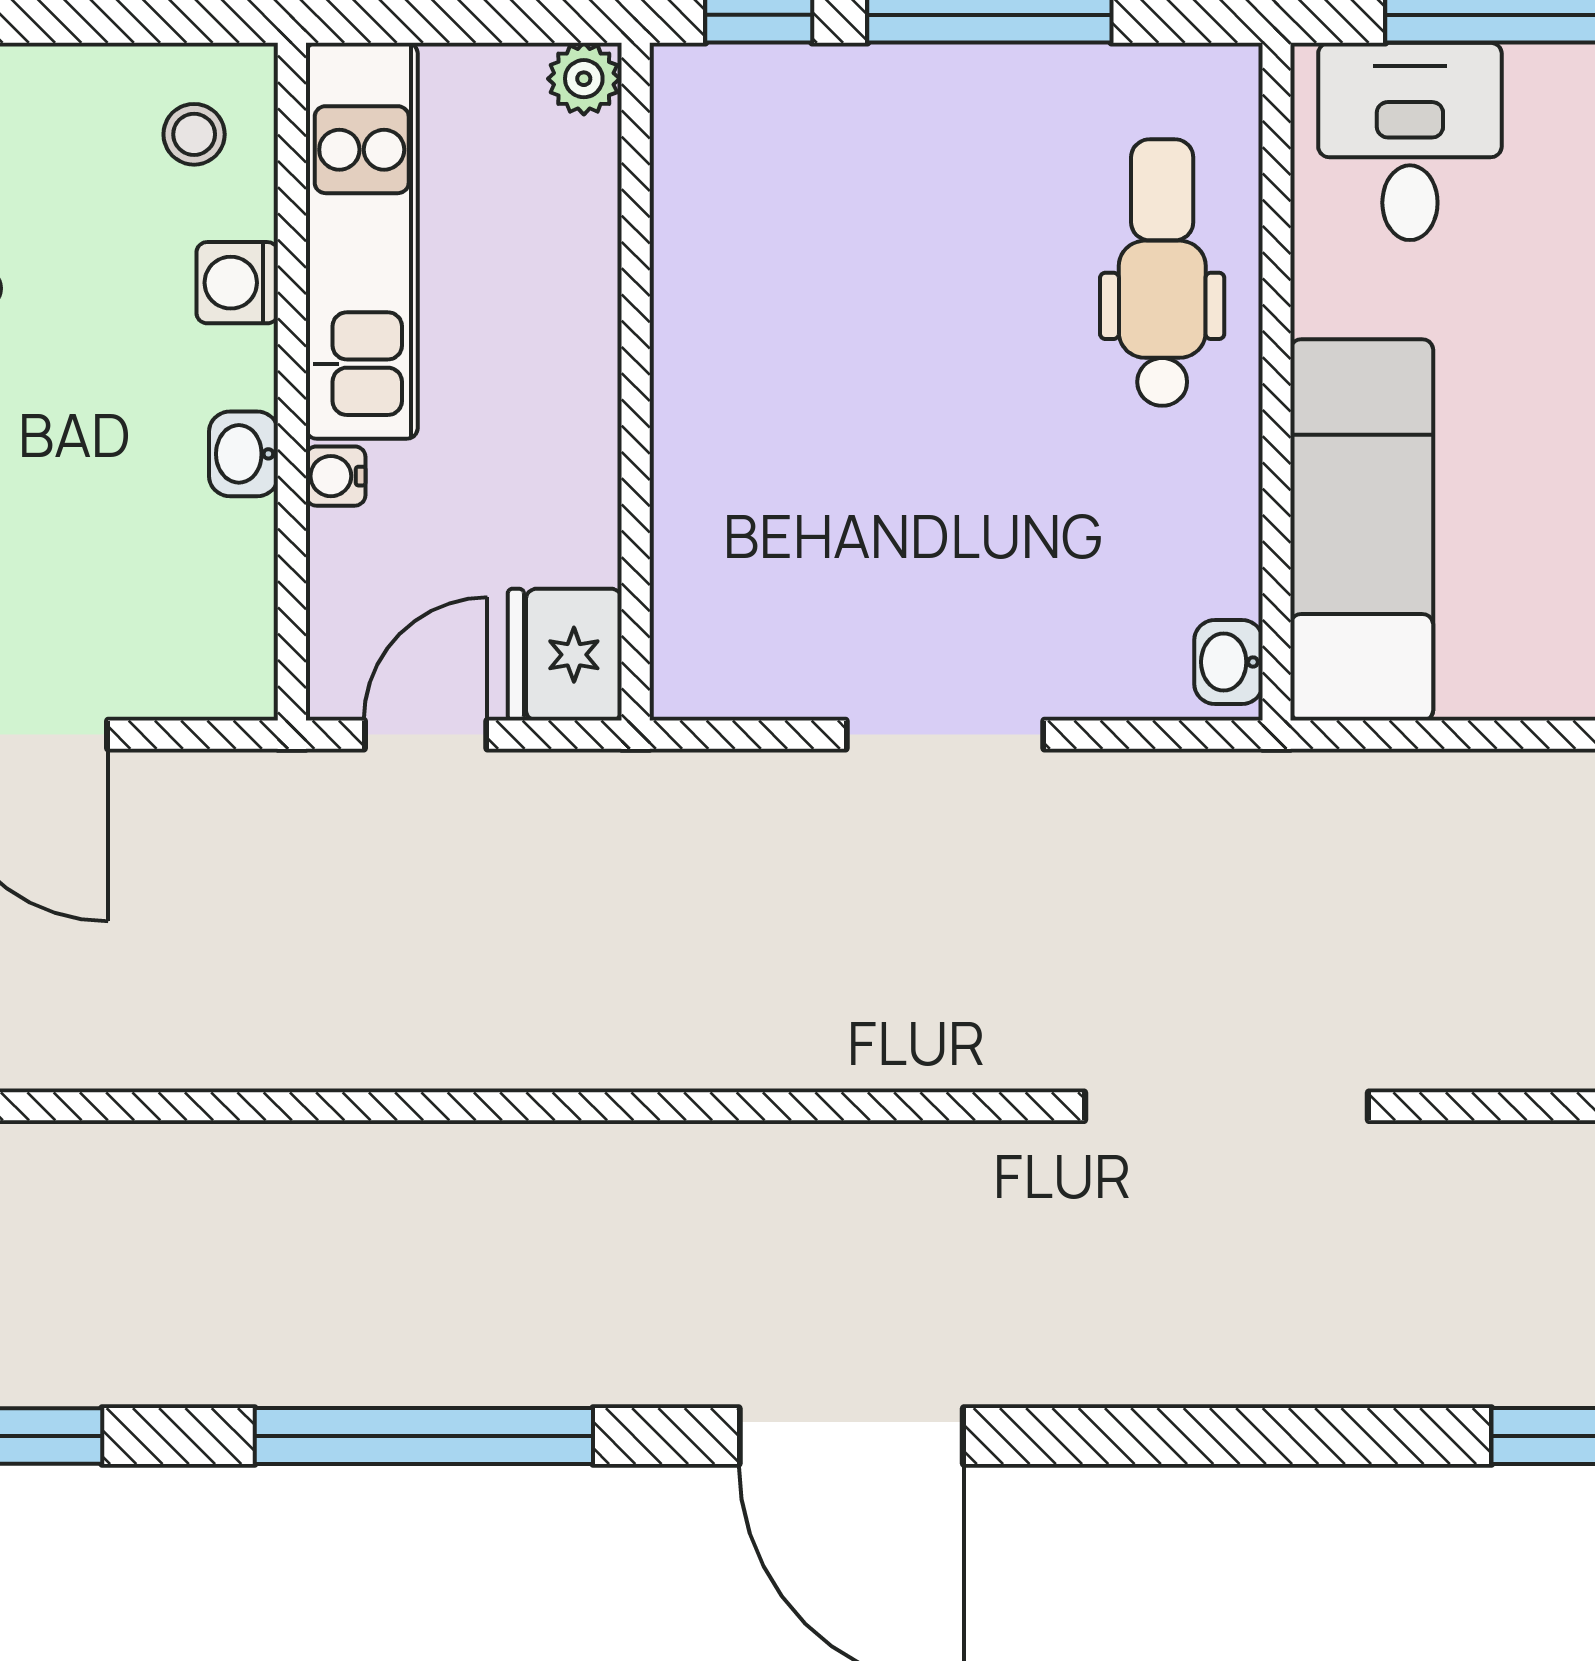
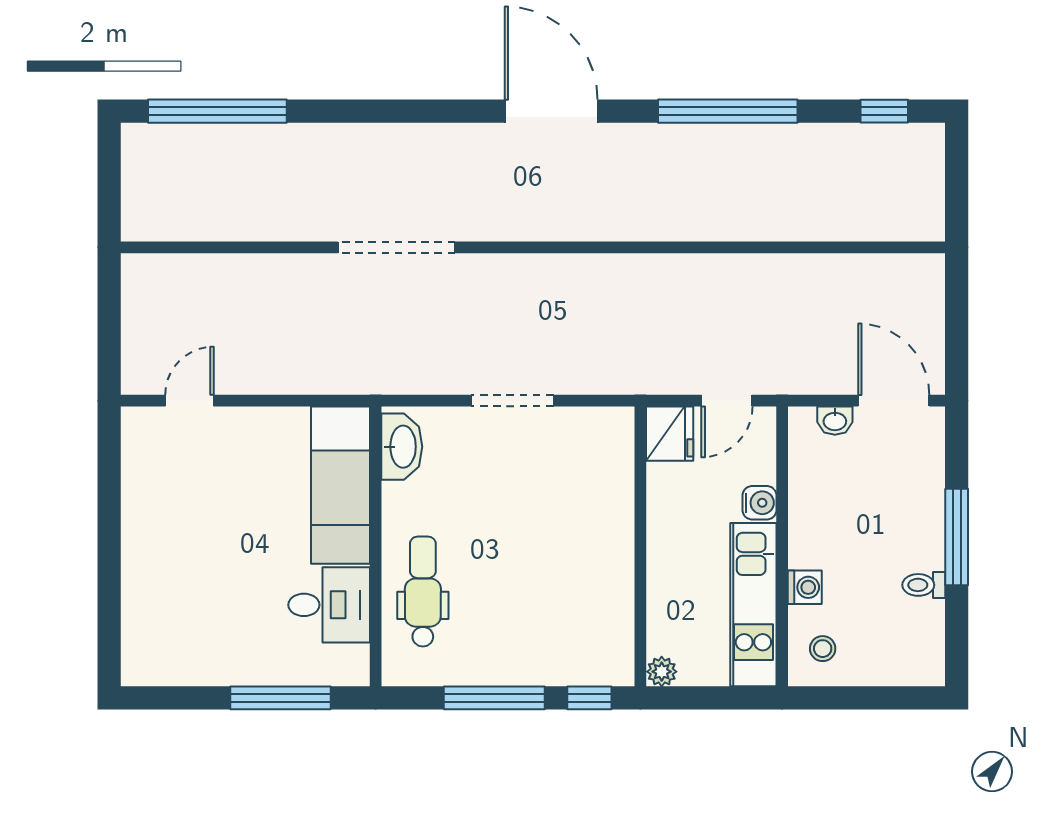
desk: (1410, 141) -> (329, 605), moved, turned -90
dental chair: (1162, 273) -> (423, 592), turned 180
washbasin: (244, 454) -> (835, 421), moved, turned 90
water cooler: (336, 476) -> (759, 503), width x1.38, depth x1.38
washbasin: (1228, 662) -> (402, 447), width x1.91, depth x1.45

